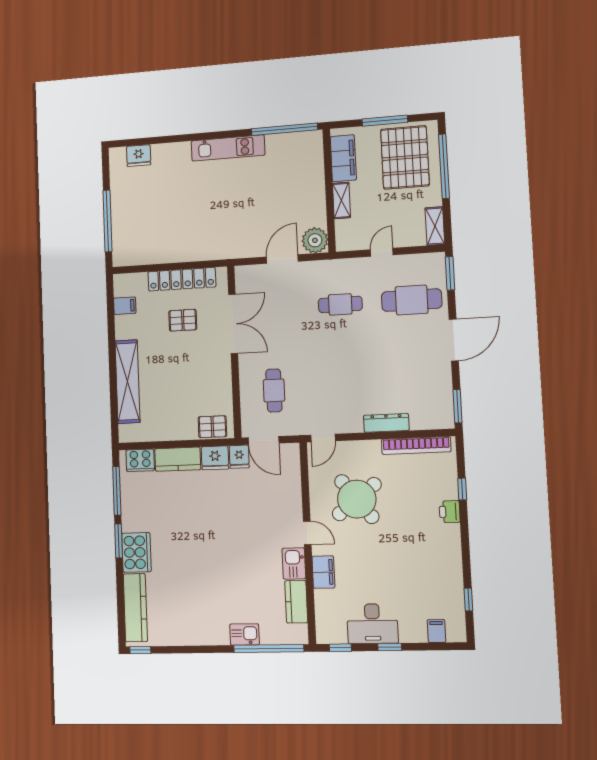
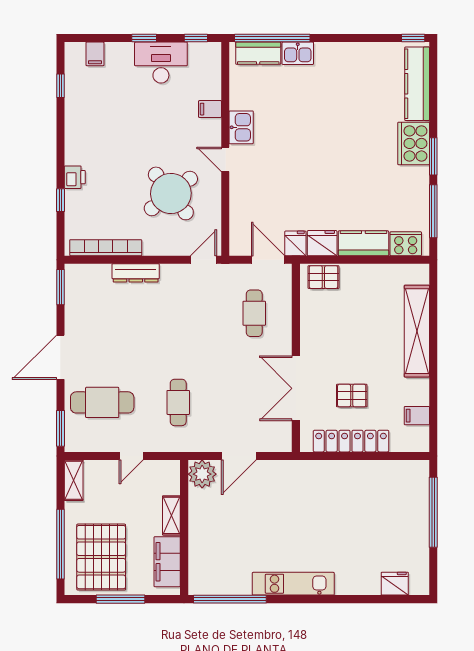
cafe table: (340, 304) -> (178, 402), turned 90
filing cabinet: (323, 572) -> (210, 109), width x0.50
kitchen counter: (296, 602) -> (258, 53), moved, turned 90

